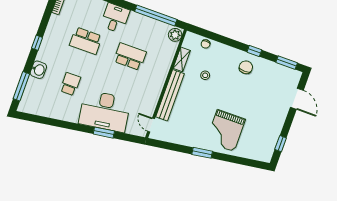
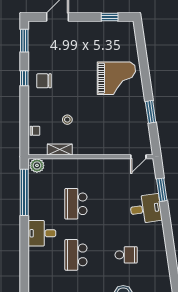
school desk: (86, 41) -> (76, 255), turned 180
school desk: (70, 84) -> (126, 255), turned 180
bench: (170, 95) -> (101, 148), removed
desk: (105, 111) -> (146, 209), width x0.53, depth x0.77
window: (104, 133) -> (162, 190), moved
window: (202, 153) -> (151, 112), moved

